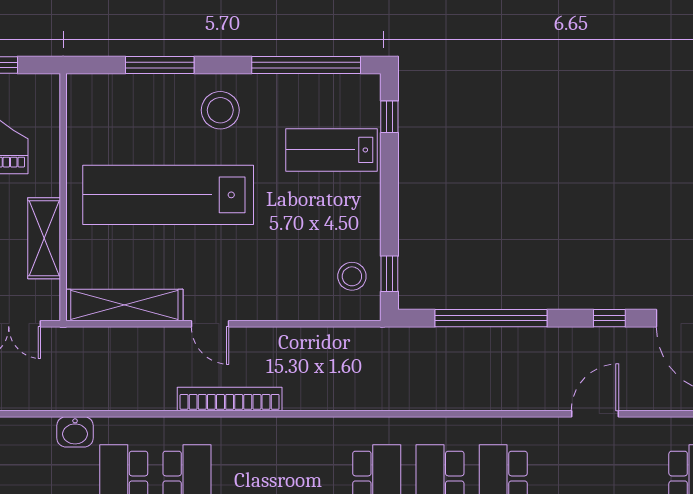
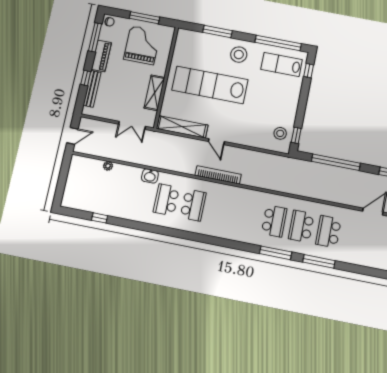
lab bench: (332, 150) -> (281, 65), moved

